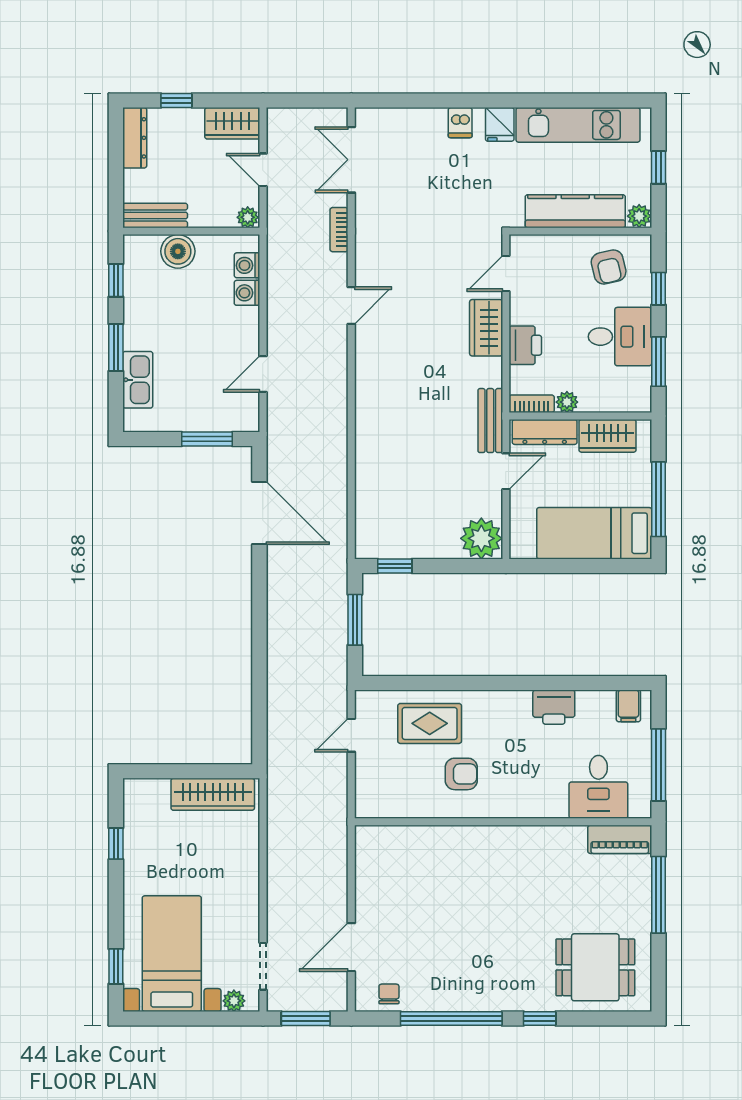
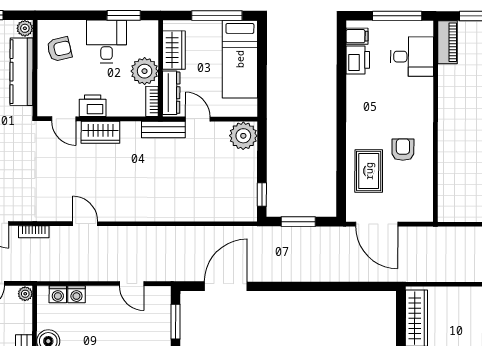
window: (659, 289) -> (74, 15), removed
printer: (525, 345) -> (93, 106), moved
plant: (567, 402) -> (145, 71), width x1.87, depth x1.87
printer: (554, 707) -> (358, 60), moved
door: (351, 735) -> (377, 224), width x1.88

